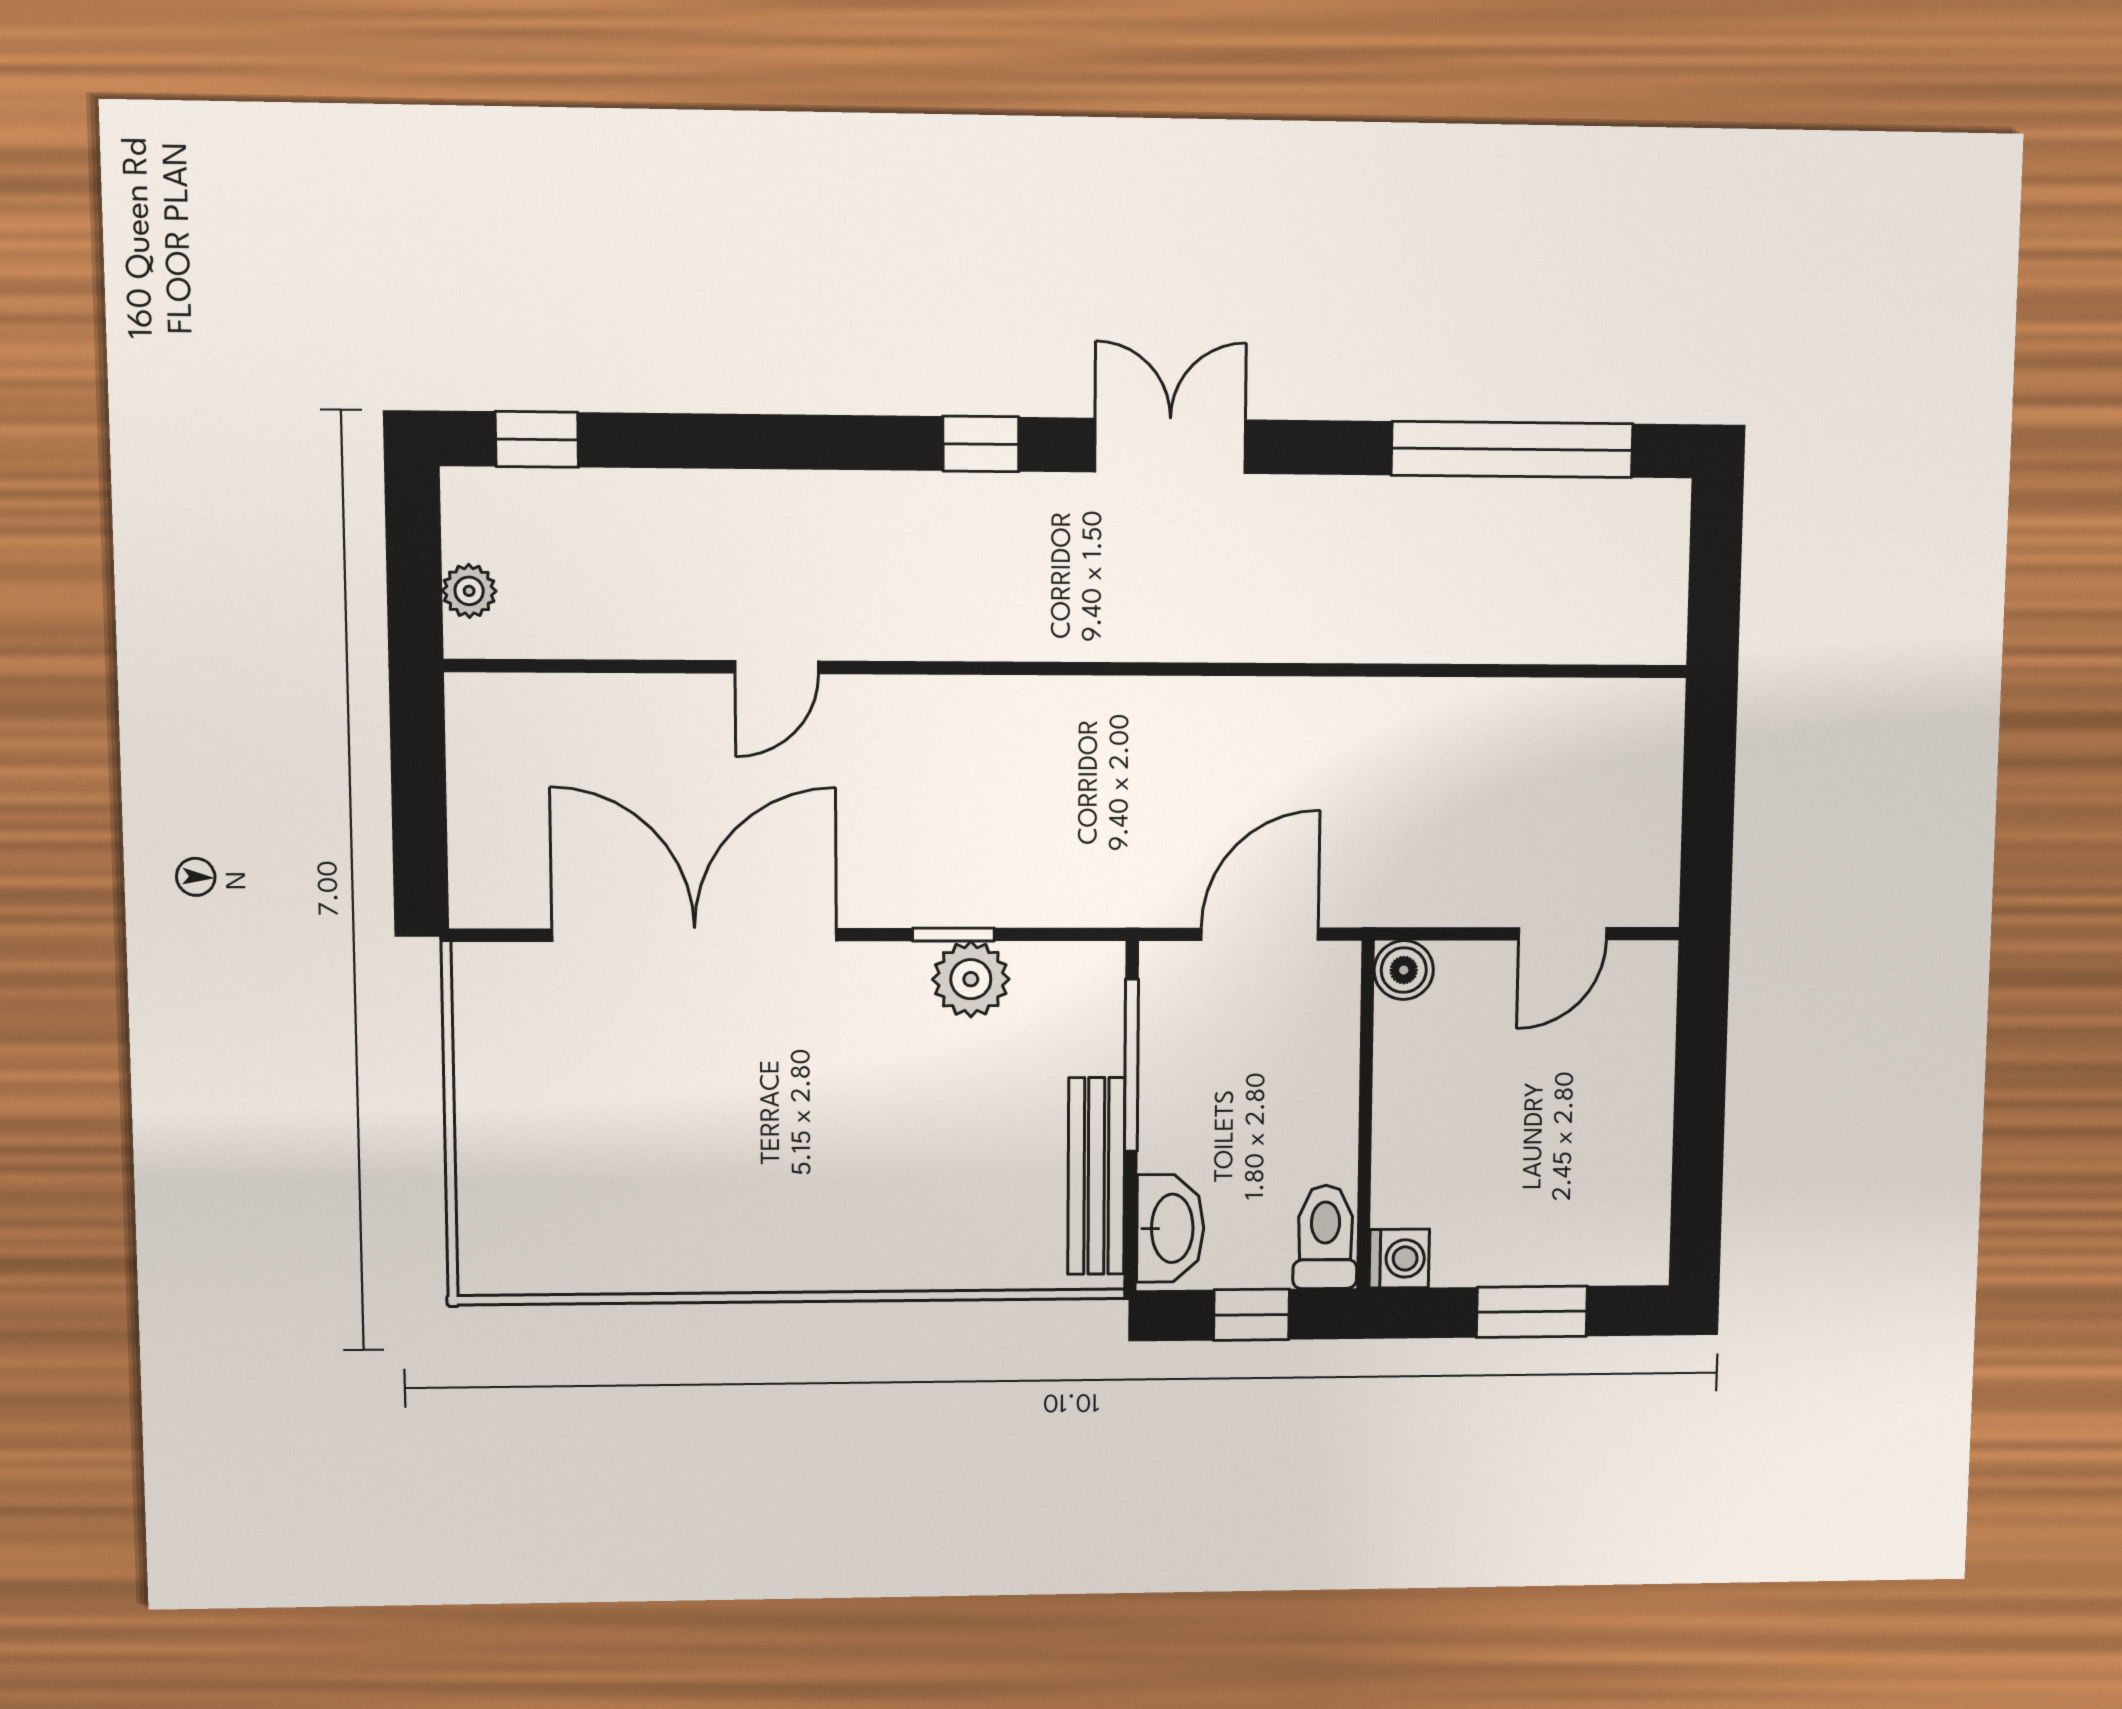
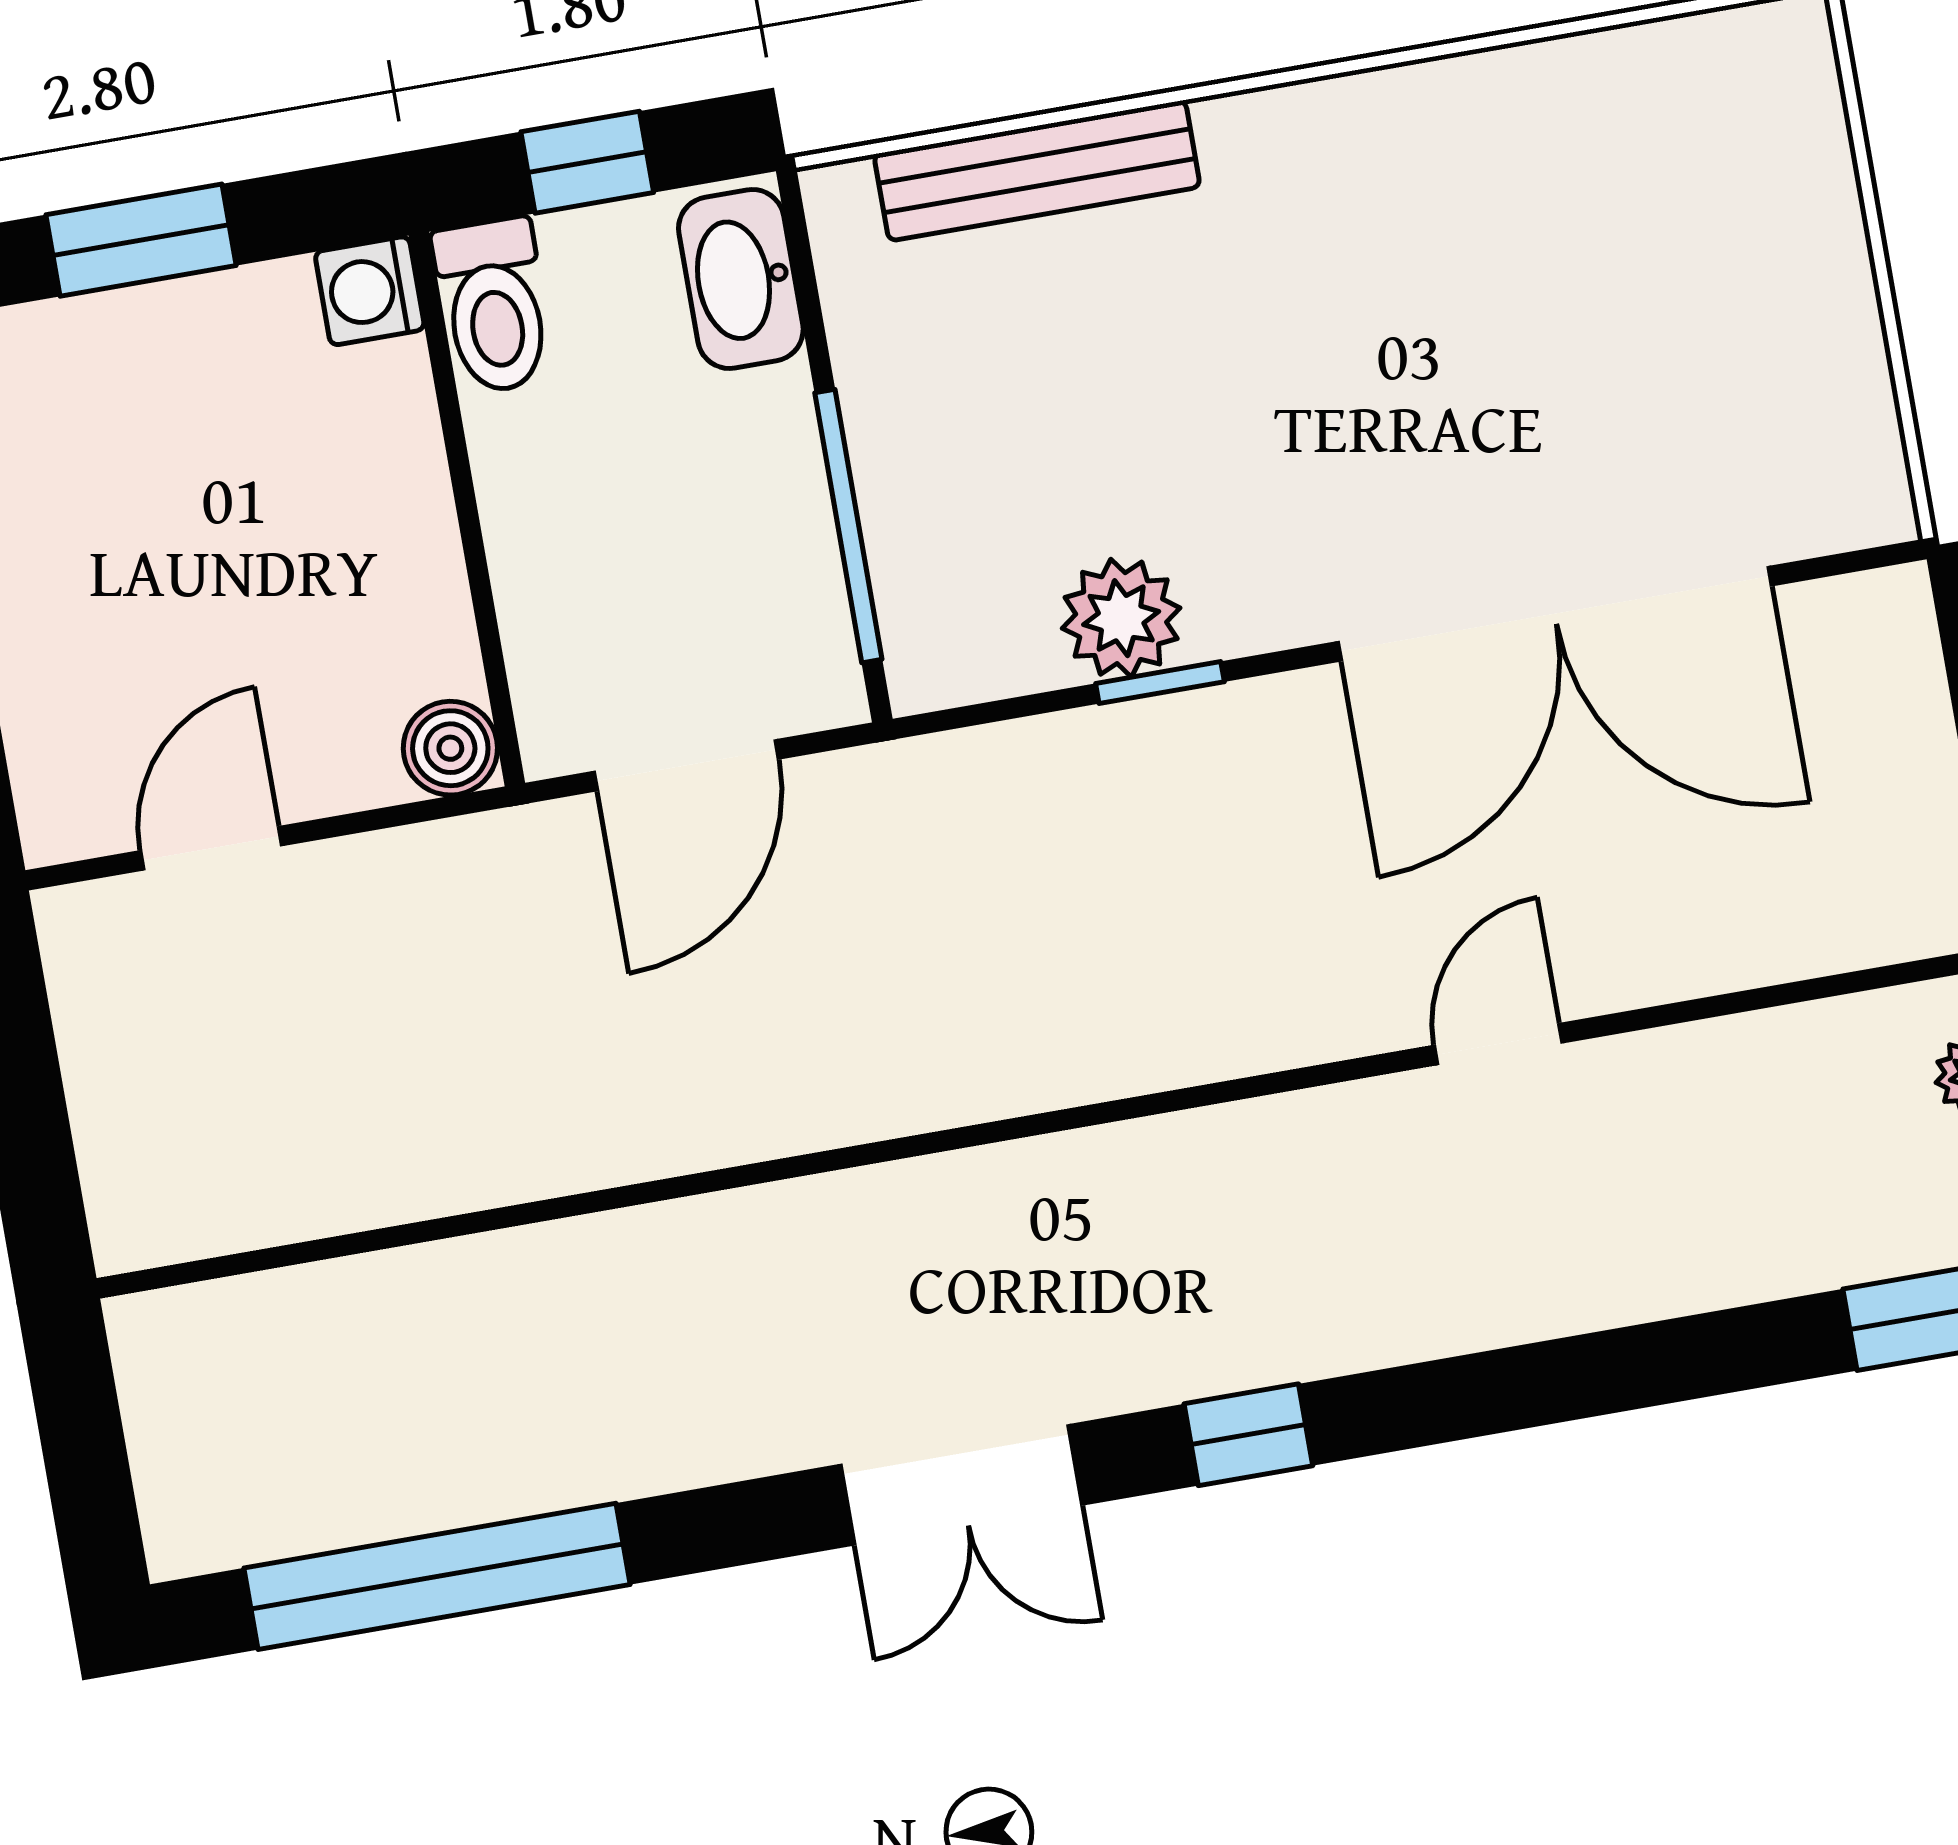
bench: (1096, 1176) -> (1037, 171), moved, turned 90

